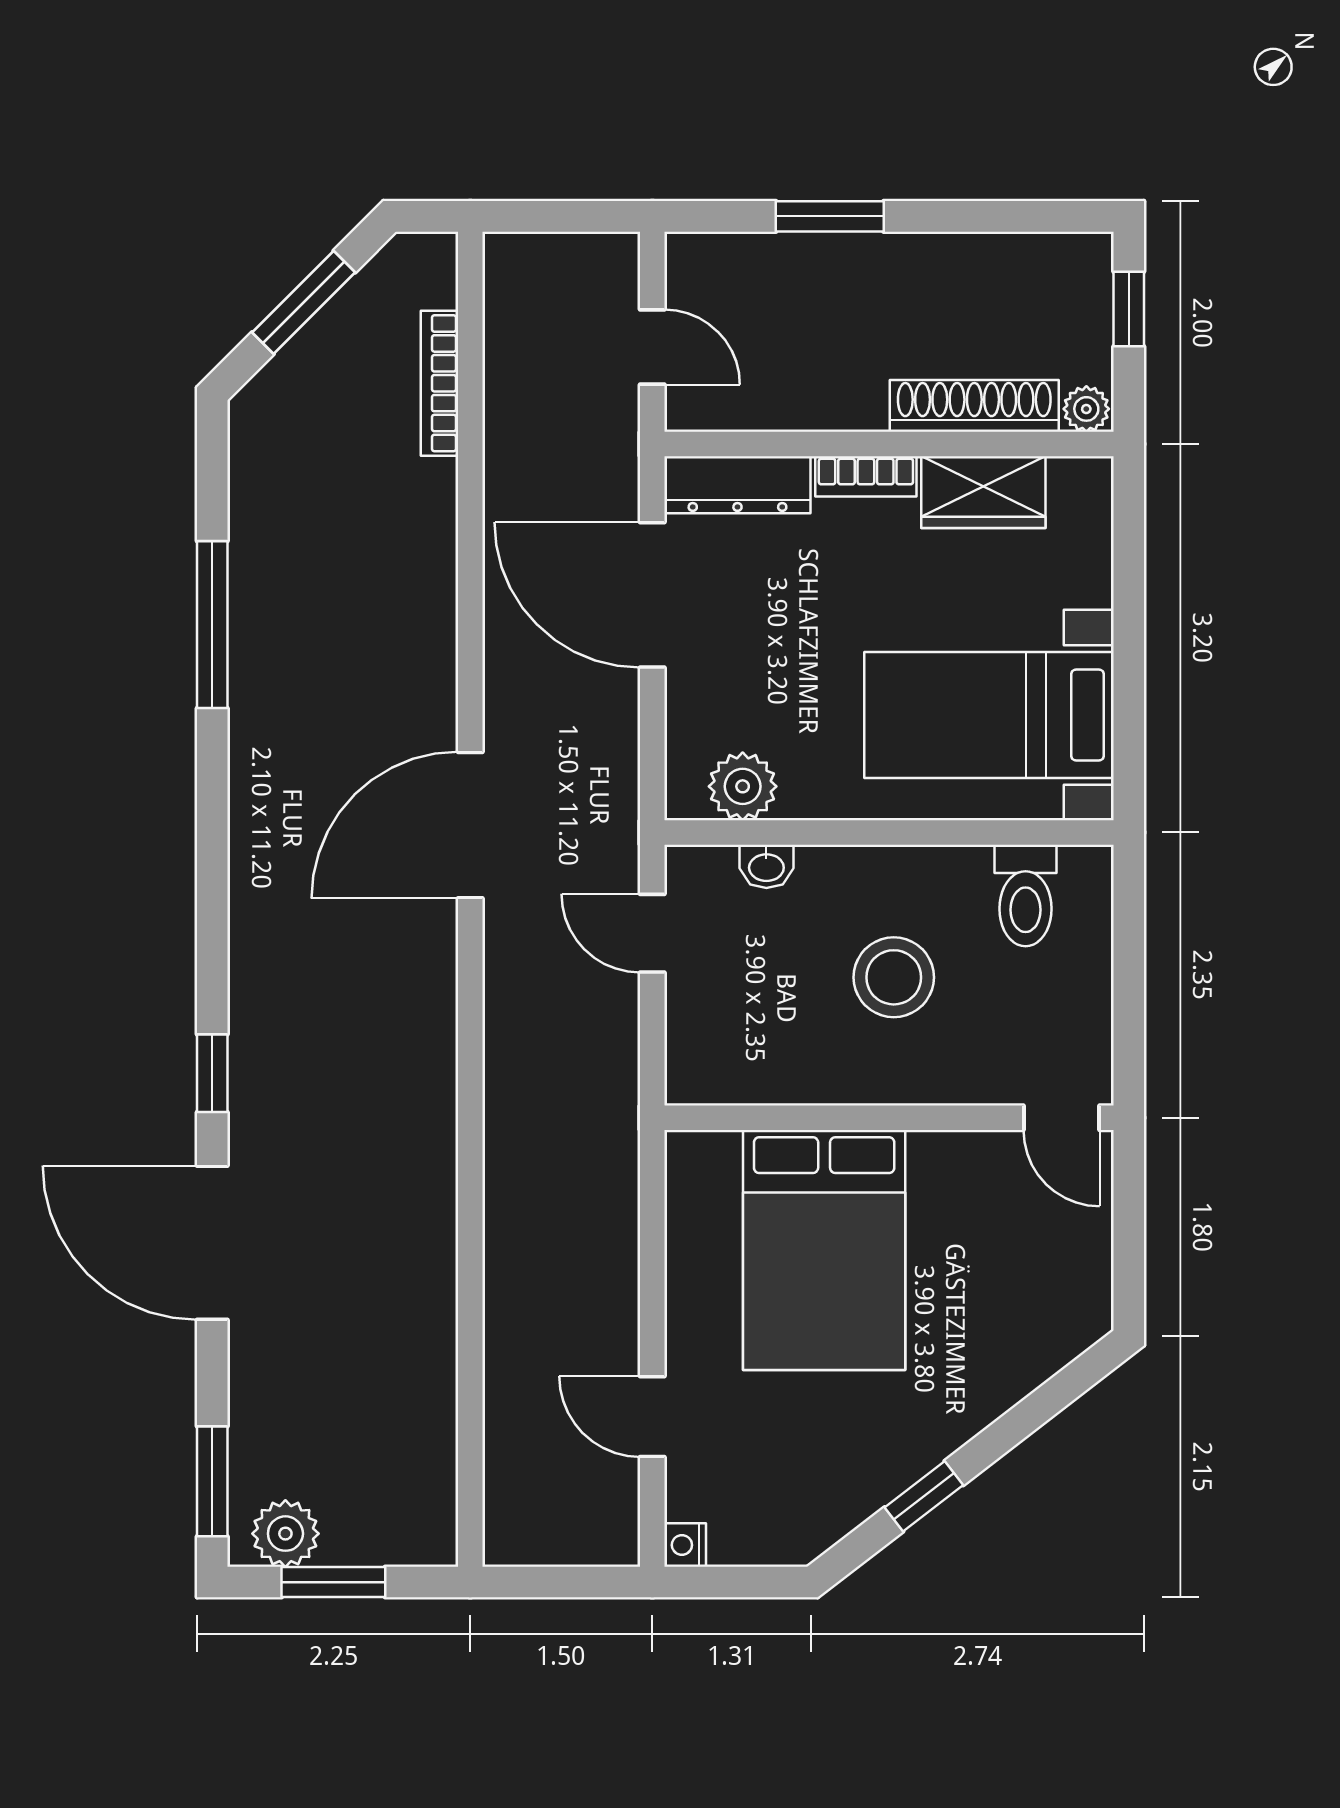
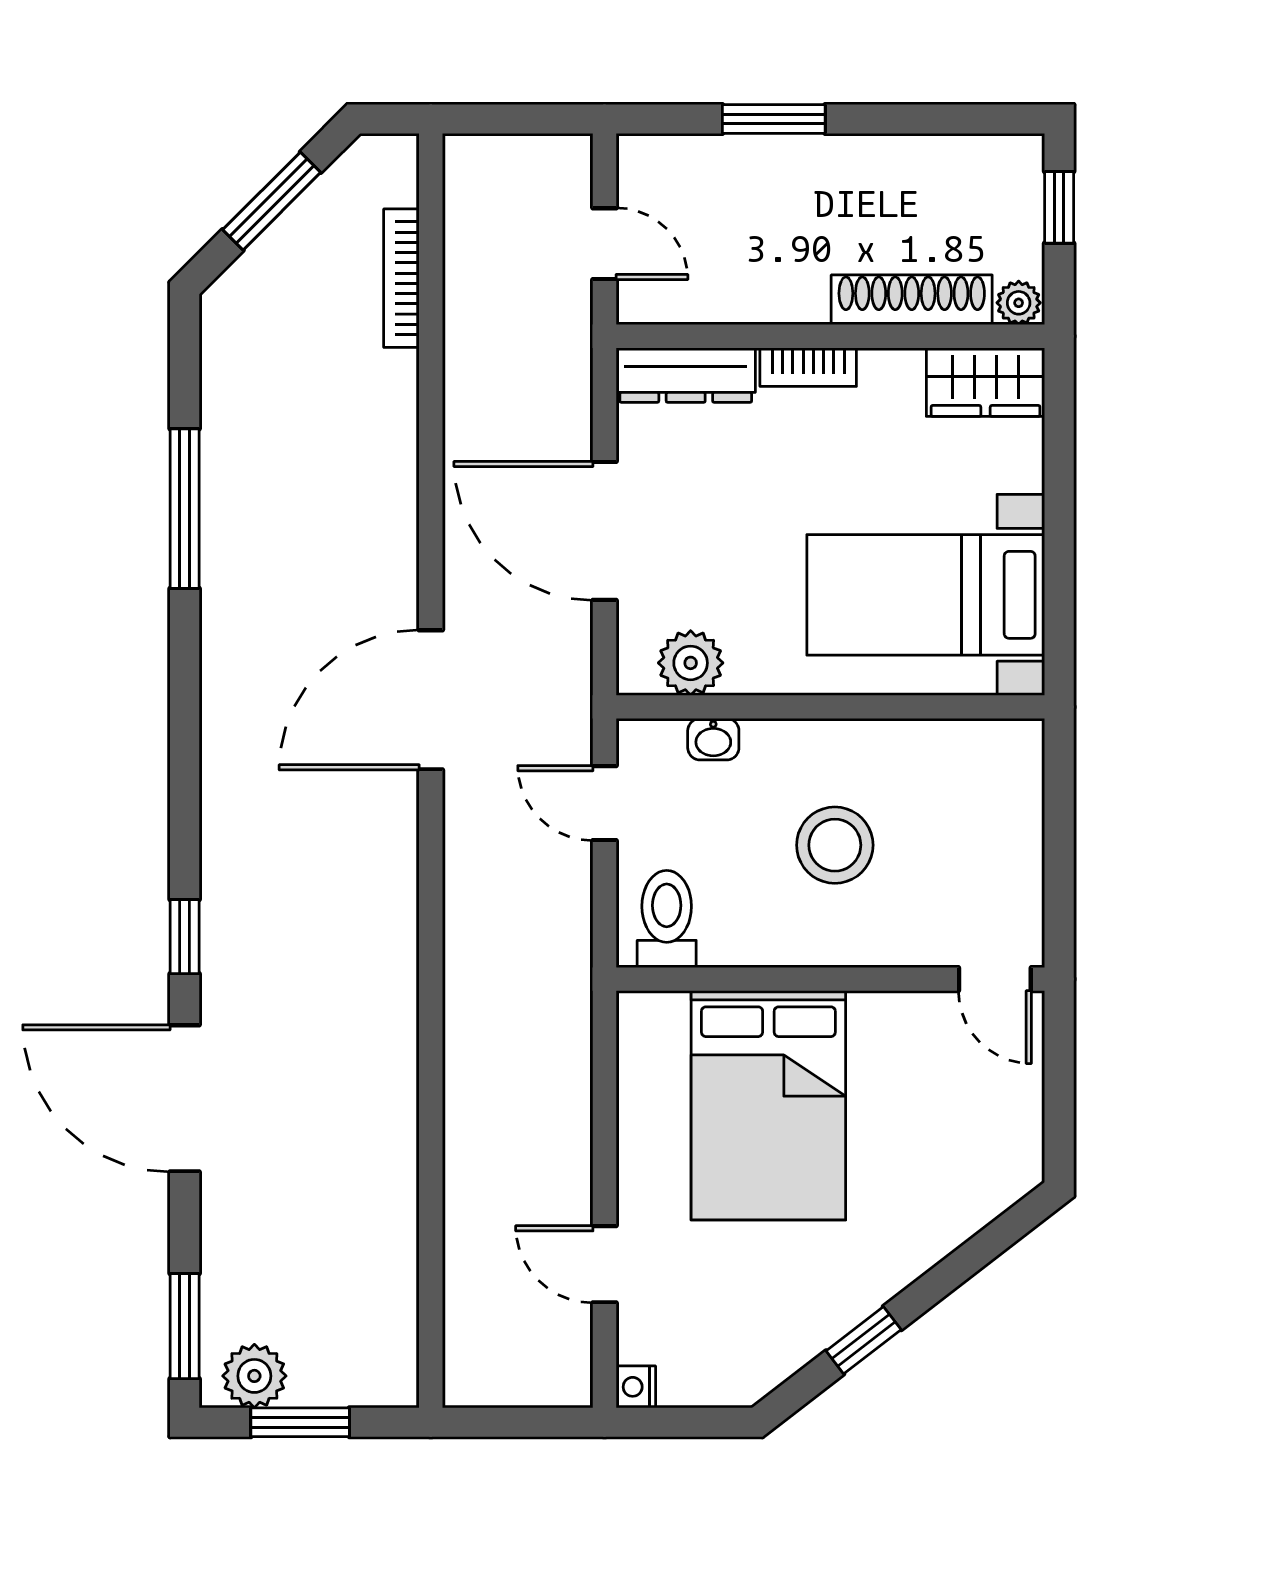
wardrobe: (983, 492) -> (986, 382), moved
door: (652, 595) -> (604, 531), moved
toilet: (1026, 896) -> (667, 919), moved, turned 180

